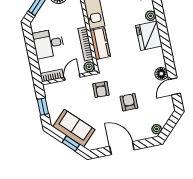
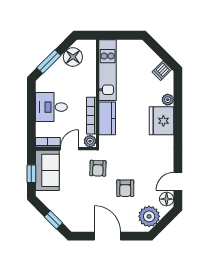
floor lamp: (161, 74) -> (167, 199), moved
armchair: (129, 102) -> (125, 188), turned 180
sofa: (74, 128) -> (47, 170), moved, turned 45
plant: (157, 129) -> (149, 216), width x1.87, depth x1.87

